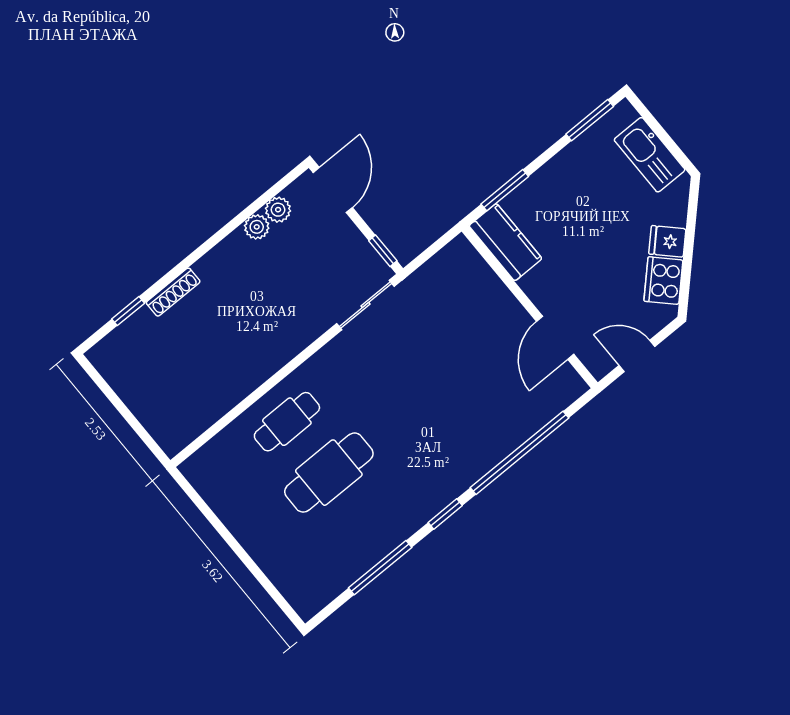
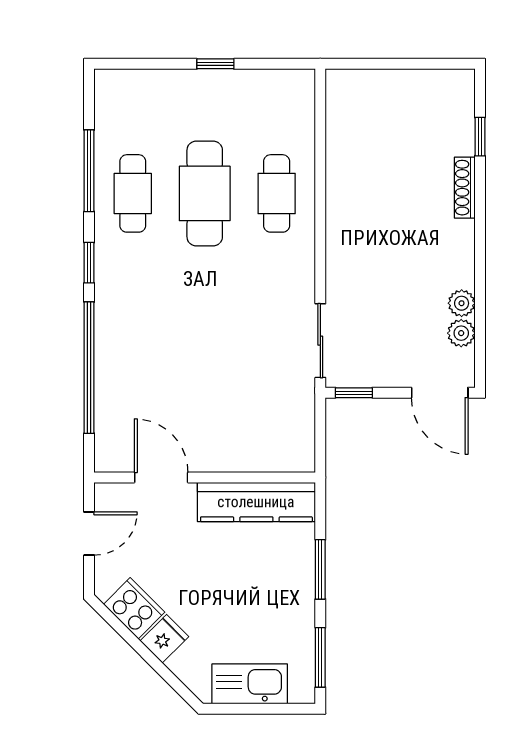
window: (505, 190) -> (320, 569), moved
kitchen counter: (505, 242) -> (256, 502), width x1.50
cafe table: (371, 523) -> (133, 193), added
window: (231, 541) -> (215, 64), added

